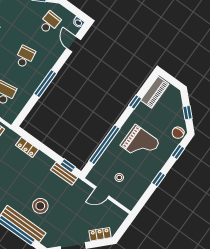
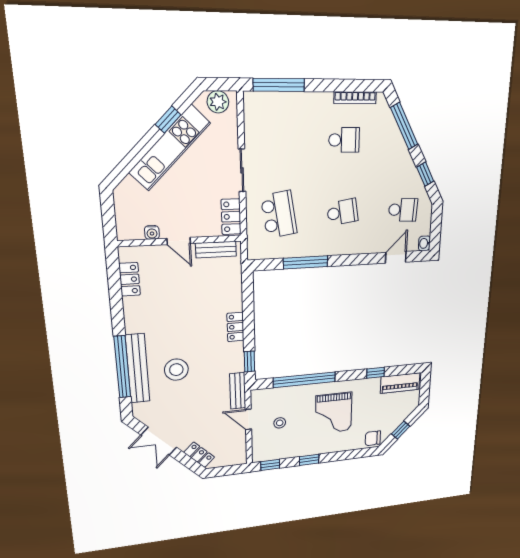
window: (45, 84) -> (306, 262), moved
locker: (27, 147) -> (235, 327), moved
window: (178, 152) -> (270, 465), moved
bench: (64, 174) -> (238, 391), moved

